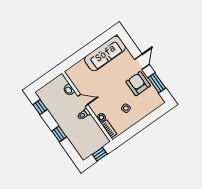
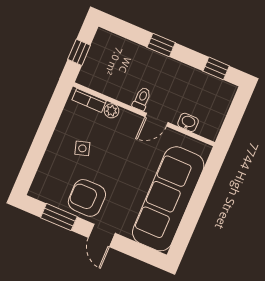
sofa: (105, 53) -> (168, 199), width x1.36, depth x1.27
armchair: (138, 84) -> (87, 198), turned 180

